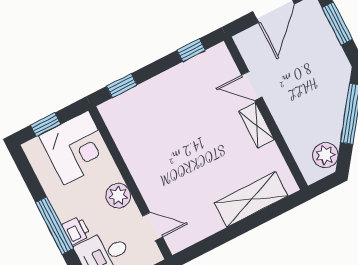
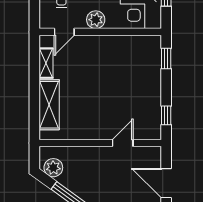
shelving: (257, 125) -> (46, 63), moved, turned 90

